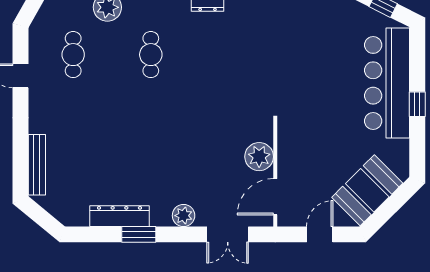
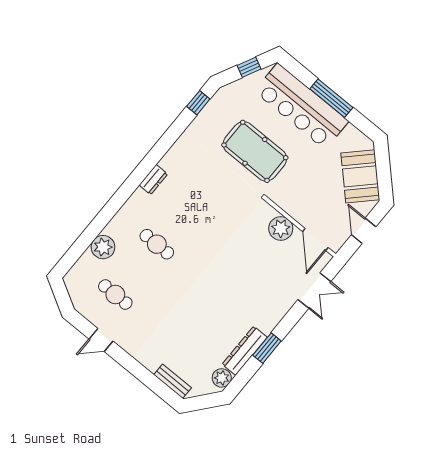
pool table: (310, 74) -> (255, 151), added
window: (417, 104) -> (331, 98), width x2.17
bench: (37, 165) -> (173, 381), width x0.73
plant: (184, 216) -> (222, 378), moved

